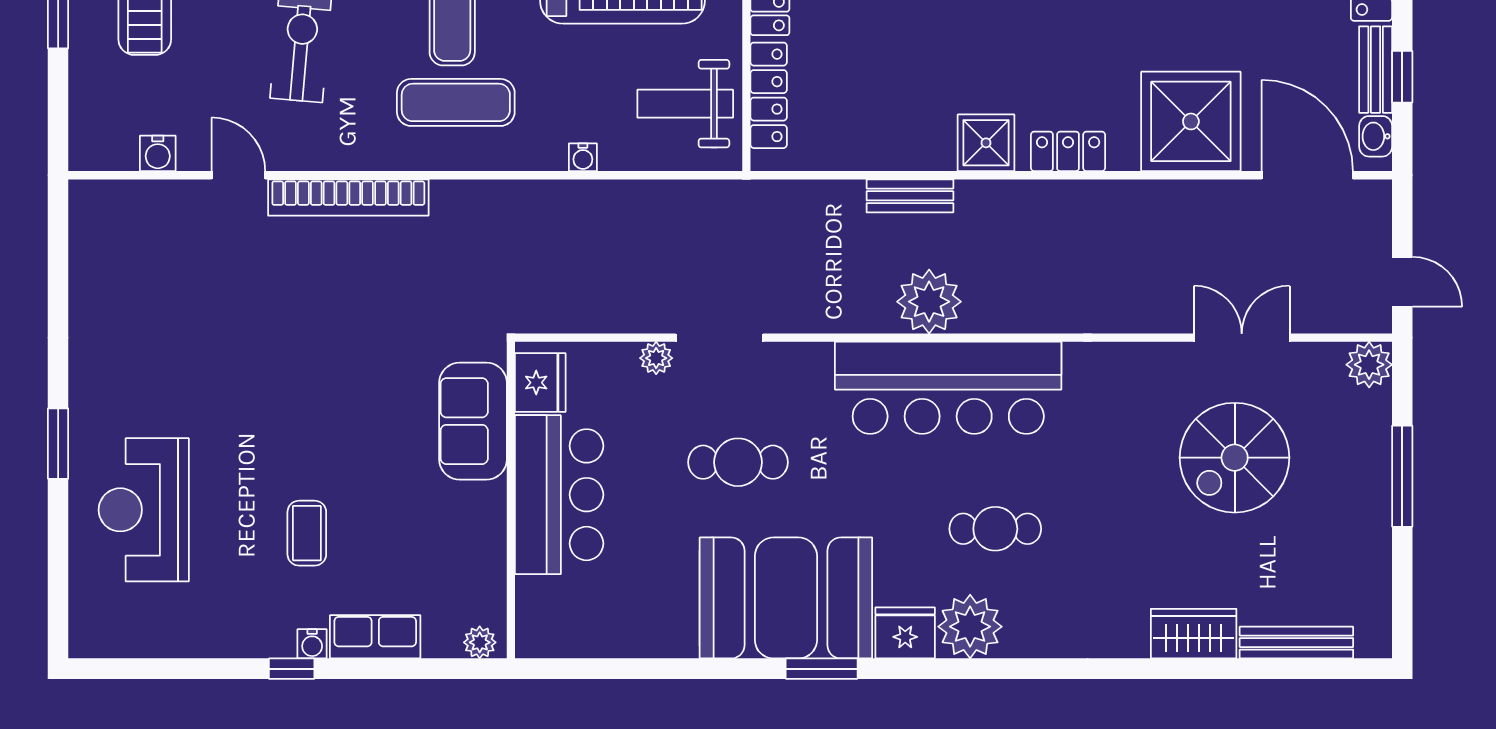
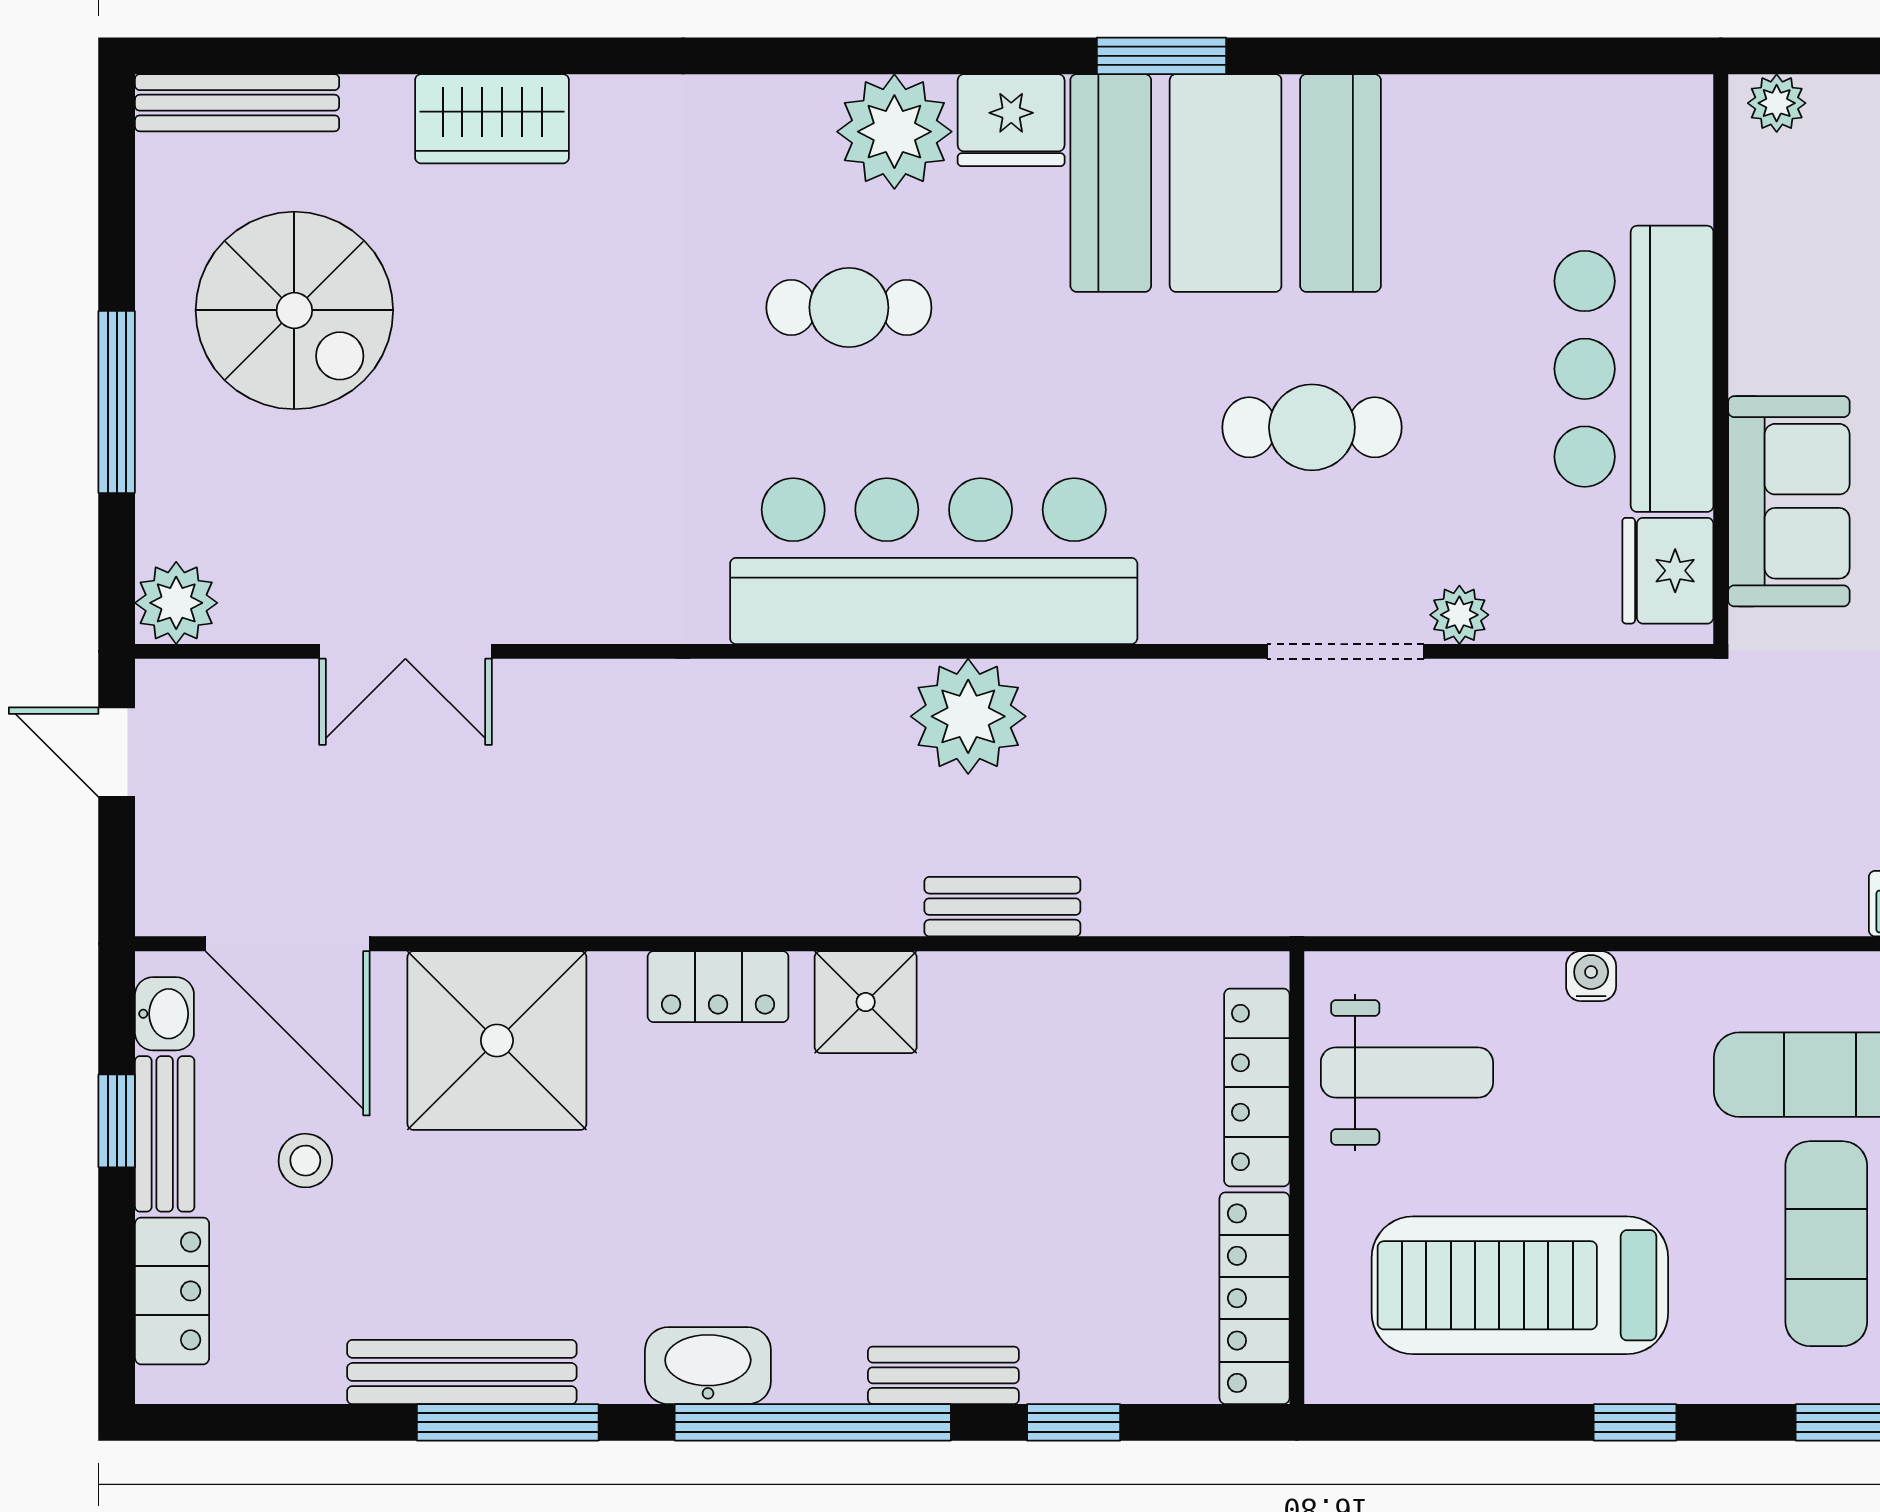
stool: (1297, 55) -> (305, 1161), added
spiral stairs: (1235, 458) -> (294, 310), moved, turned 90
bench: (1296, 643) -> (237, 103), moved

